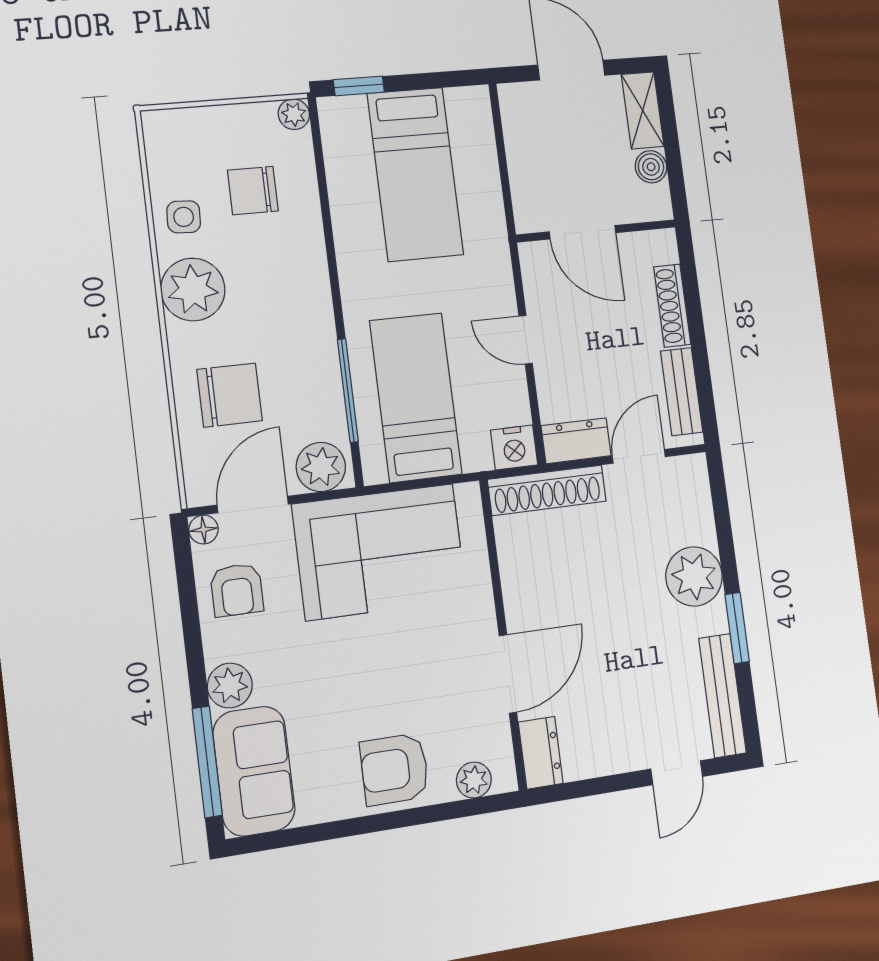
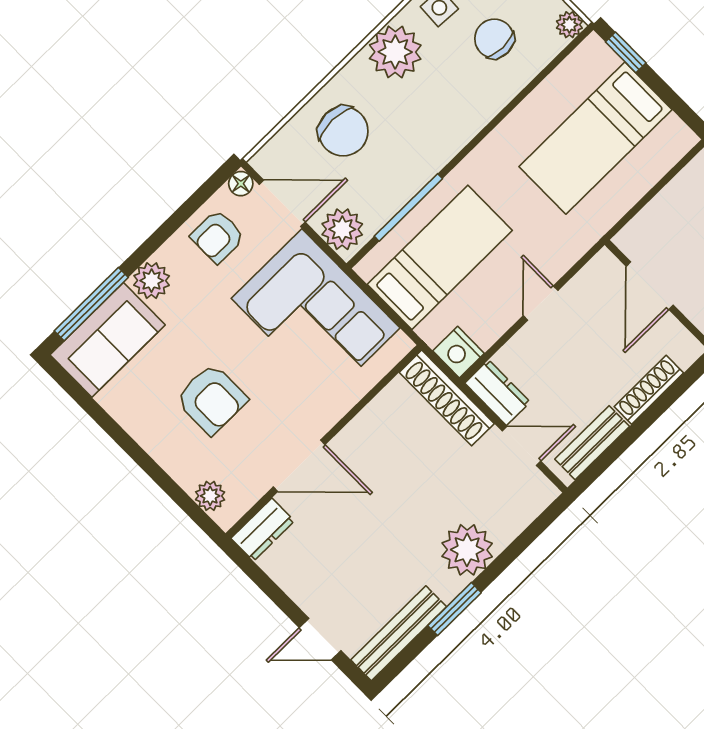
armchair: (395, 769) -> (211, 399), moved, turned 180

